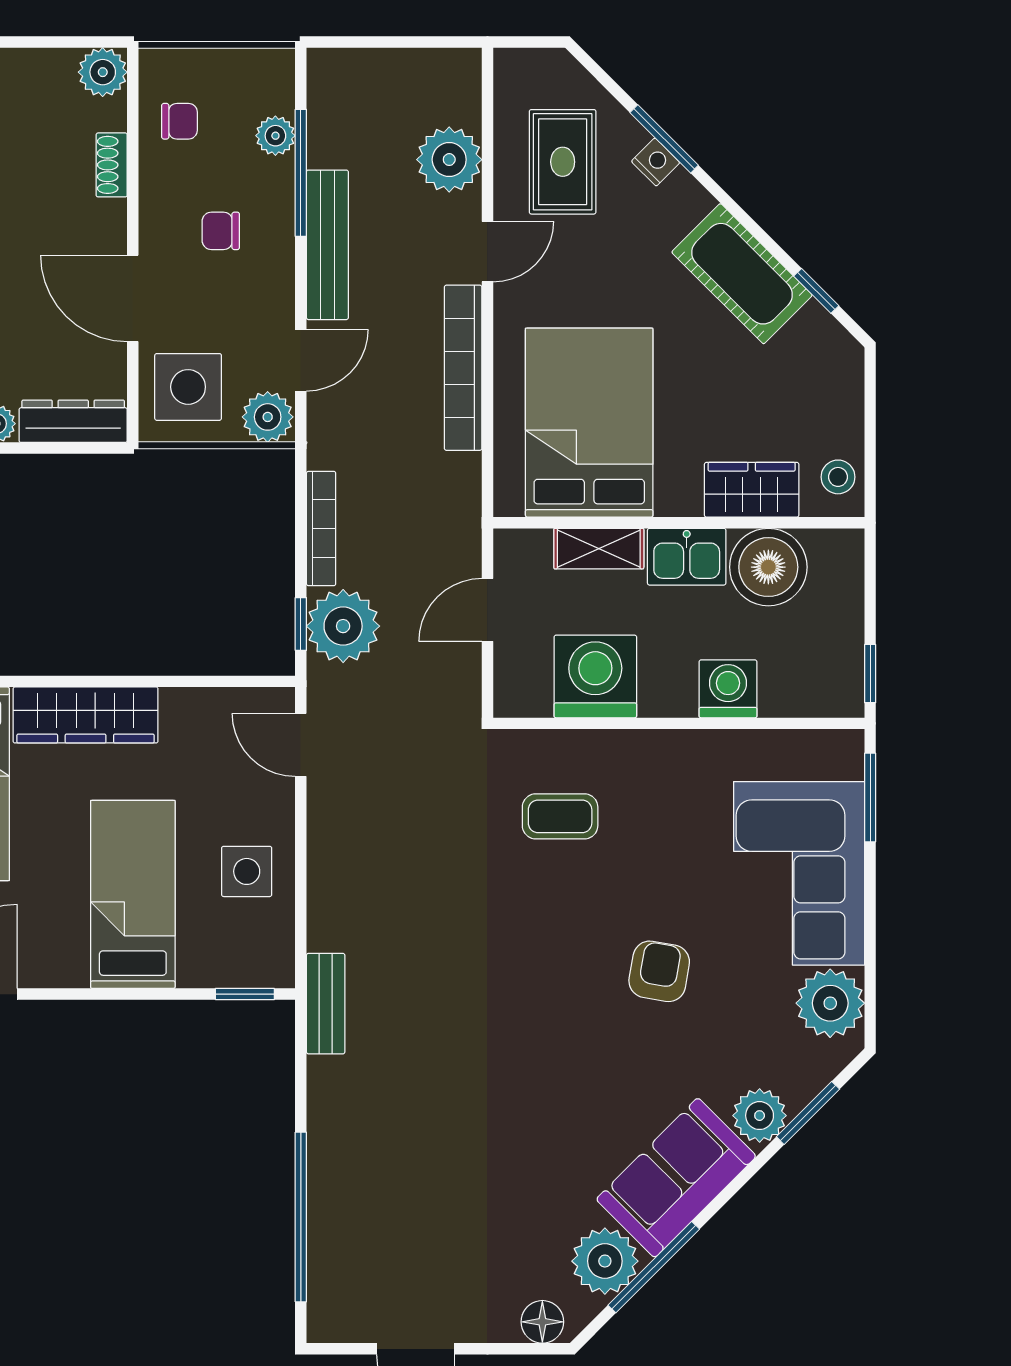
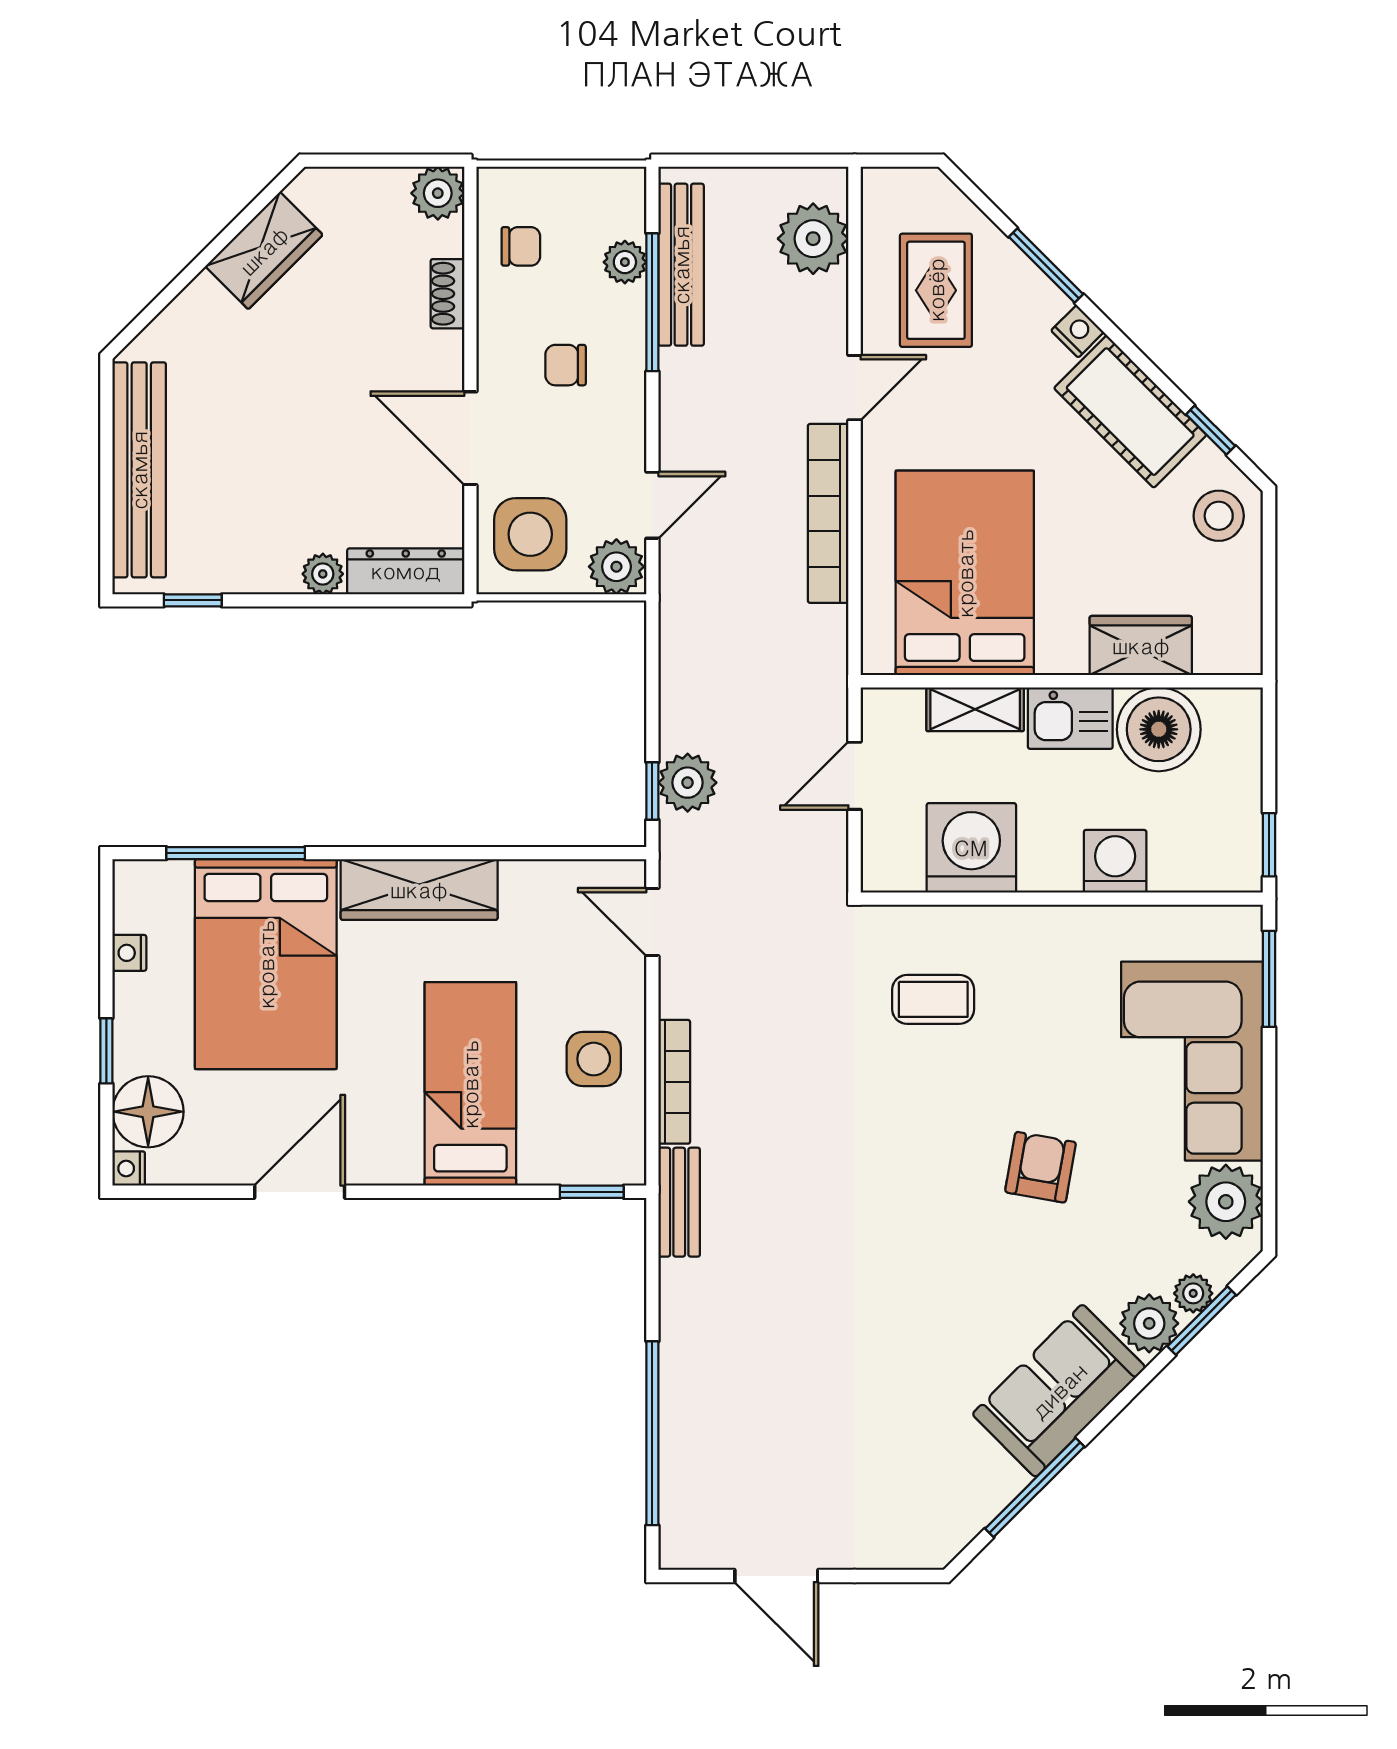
plant: (449, 160) -> (813, 239), moved
nightstand: (656, 162) -> (1077, 331), moved
bench: (327, 245) -> (681, 265), moved
stool: (838, 477) -> (1219, 516), moved, width x1.37, depth x1.37
bookcase: (321, 529) -> (674, 1082), moved
plant: (343, 626) -> (688, 783), width x0.73, depth x0.73
plant: (605, 1261) -> (1193, 1293), moved, width x0.53, depth x0.53
floor lamp: (542, 1322) -> (914, 1547), removed

